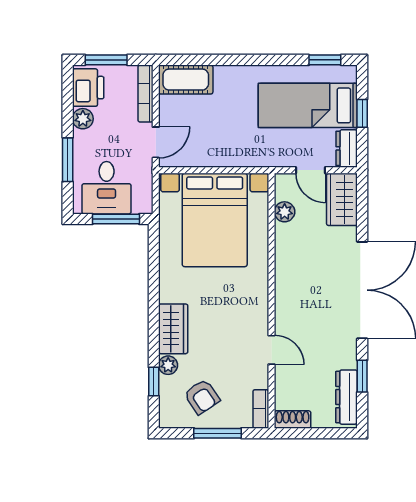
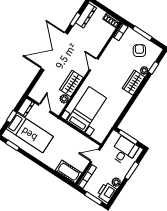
wardrobe: (342, 199) -> (71, 84), moved, turned 180
bed with nightstands: (215, 220) -> (87, 109), width x0.73
door: (271, 350) -> (94, 64), moved

